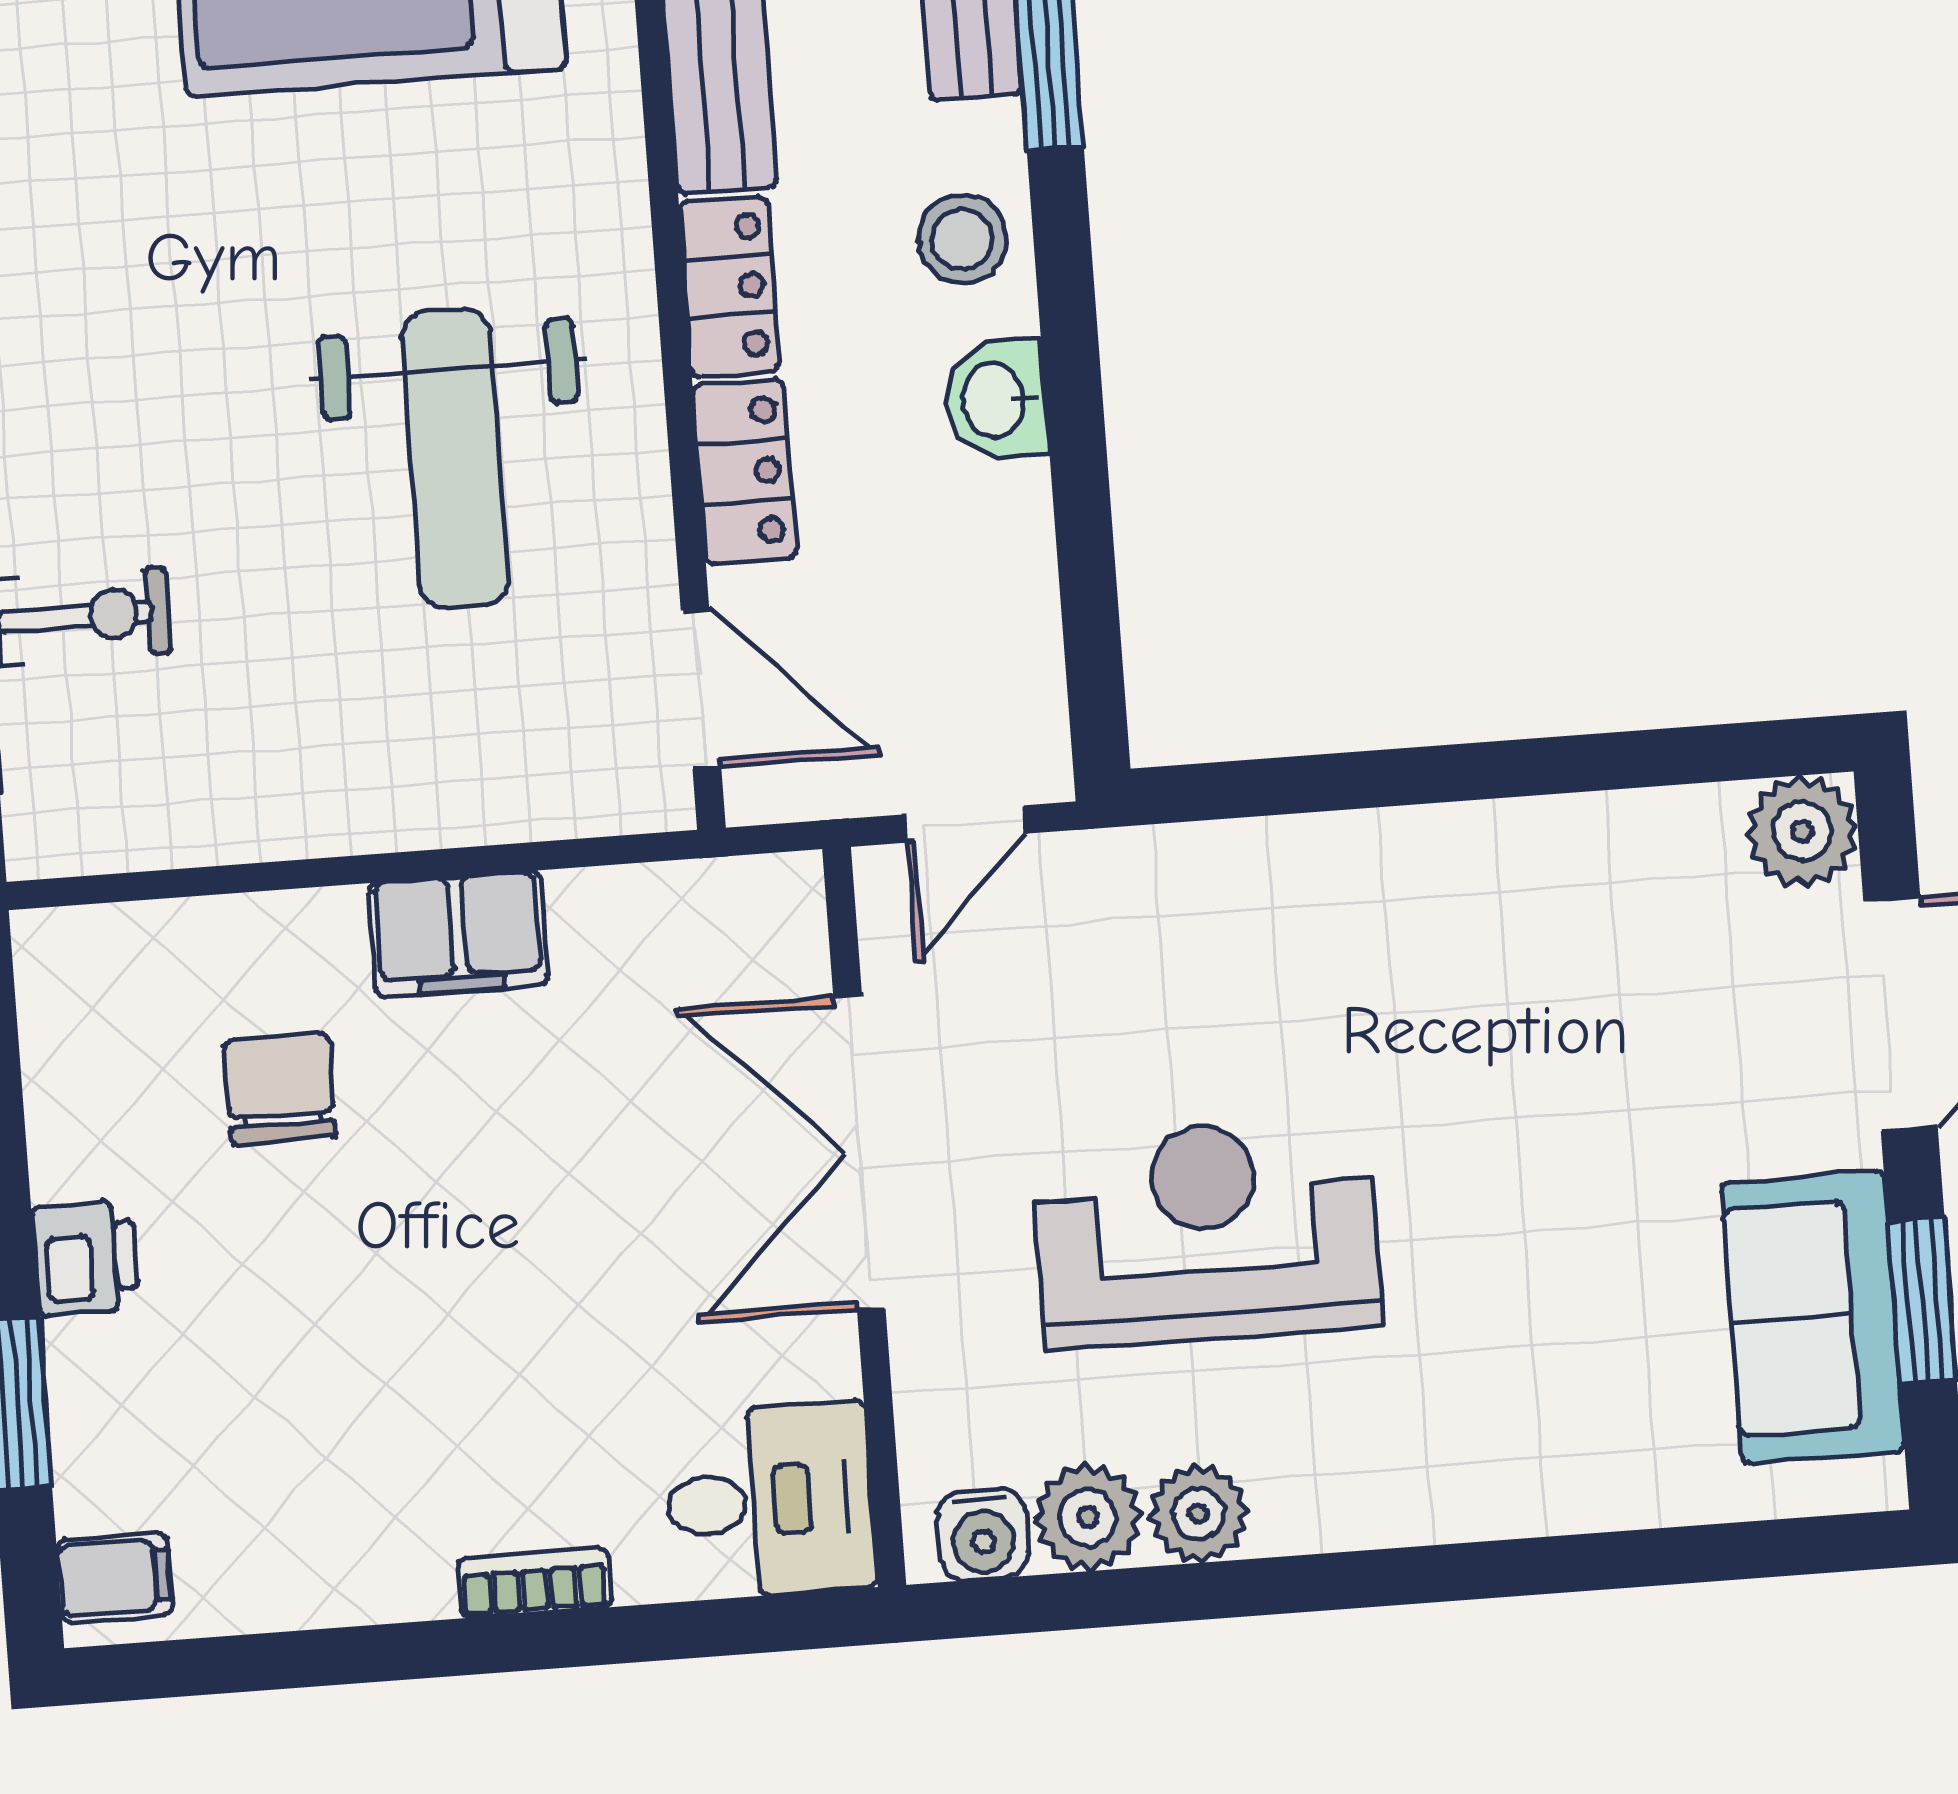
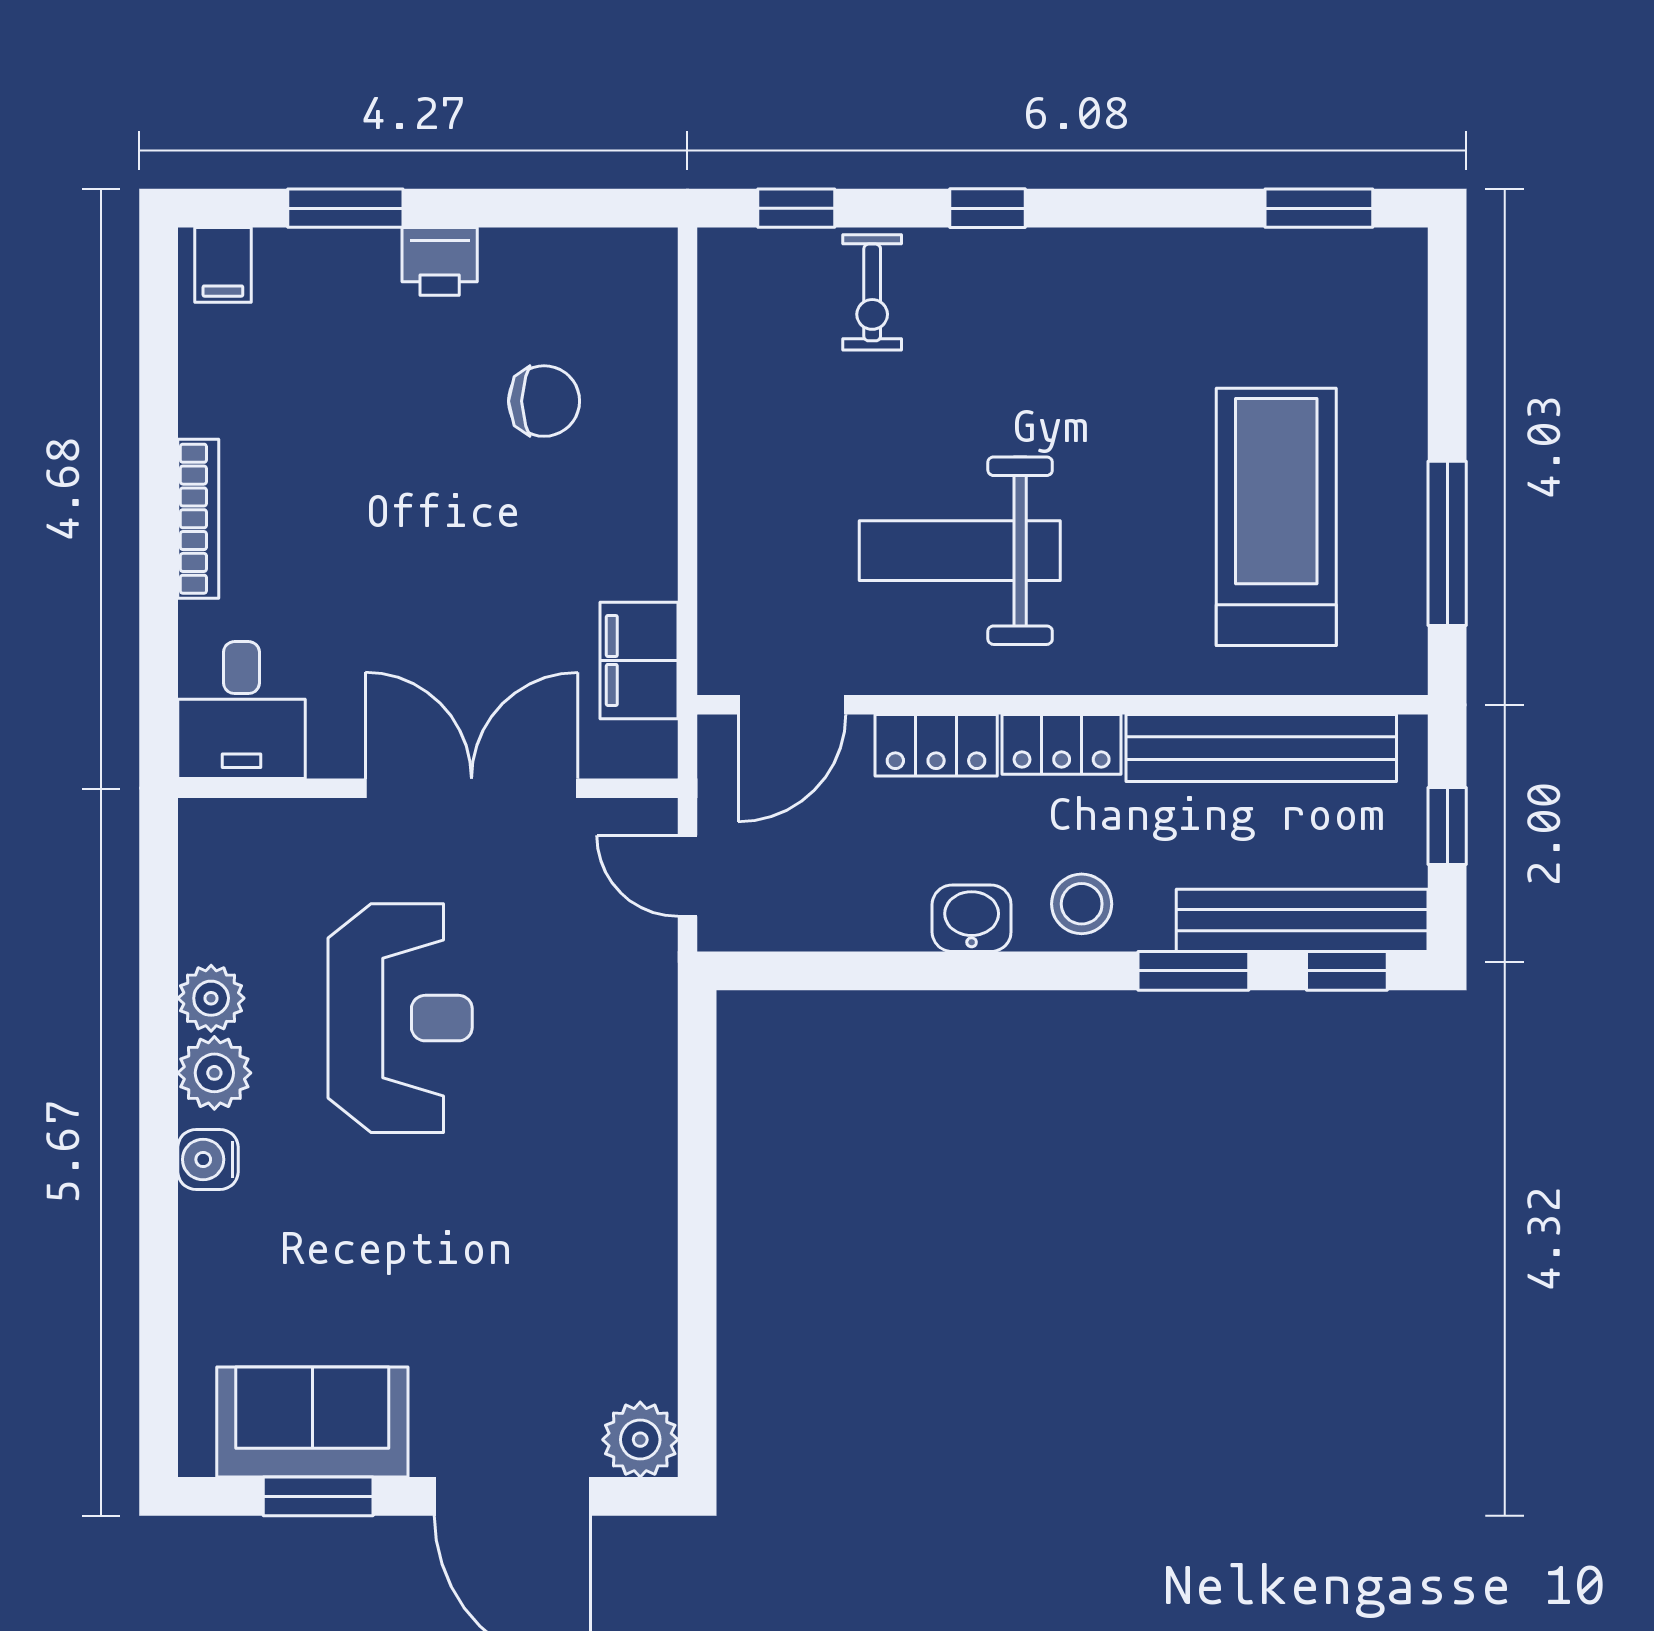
filing cabinet: (458, 934) -> (639, 660), moved
plant: (1088, 1517) -> (214, 1073), moved
water cooler: (983, 1535) -> (208, 1159), moved
bookcase: (534, 1583) -> (198, 519), width x1.56

